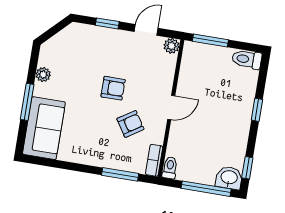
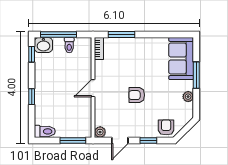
armchair: (130, 124) -> (166, 127), moved, turned 123
toilet: (170, 168) -> (69, 45), moved

